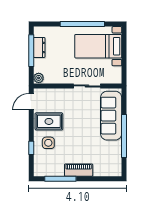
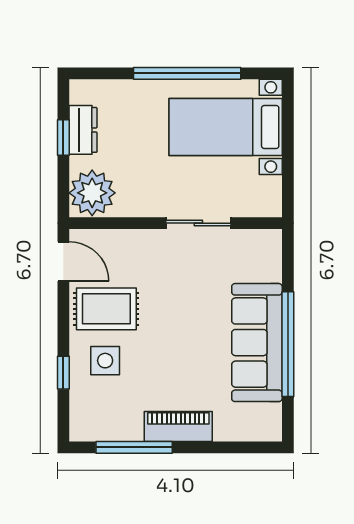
window: (31, 51) -> (63, 138), width x0.46
plant: (39, 78) -> (92, 193), width x1.88, depth x1.88
door: (31, 102) -> (63, 261), swing flipped
sofa: (111, 116) -> (257, 343), moved

